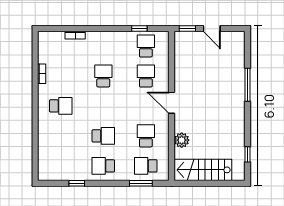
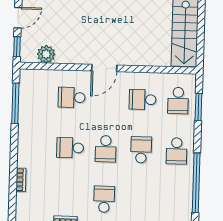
window: (139, 29) -> (15, 103), width x2.17
school desk: (146, 46) -> (106, 149), moved, turned -90
plant: (182, 140) -> (46, 54), moved
window: (77, 183) -> (196, 183), width x3.17

